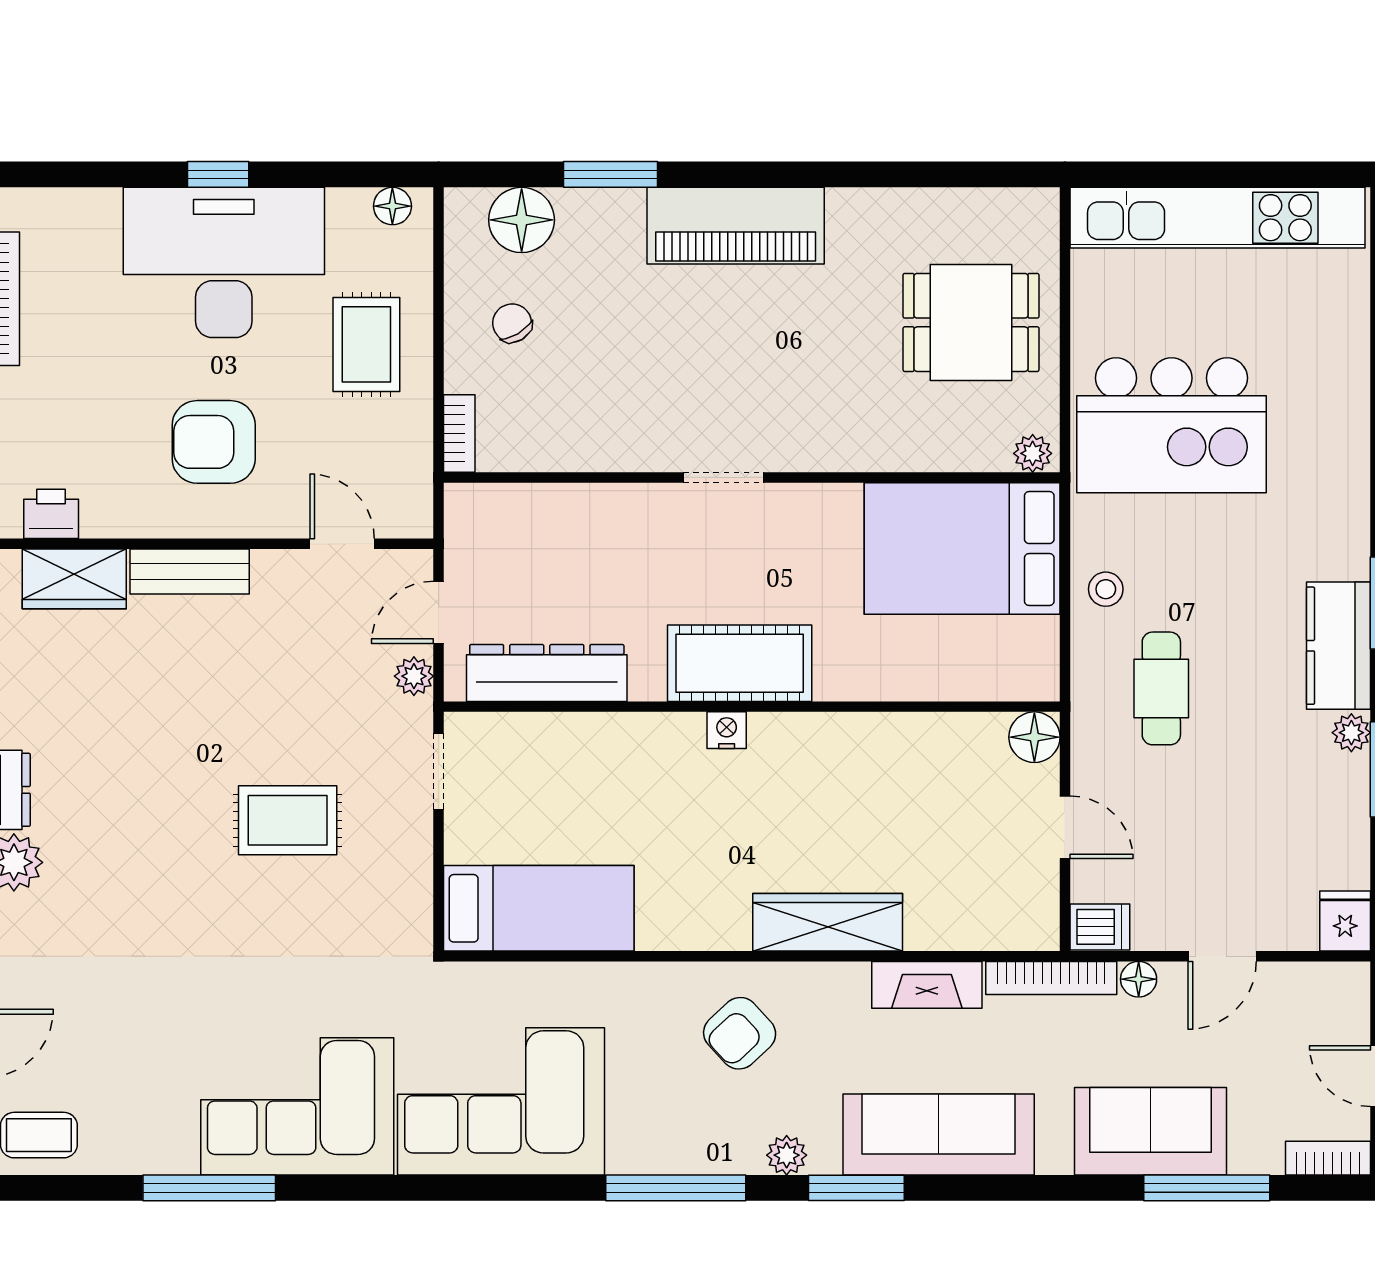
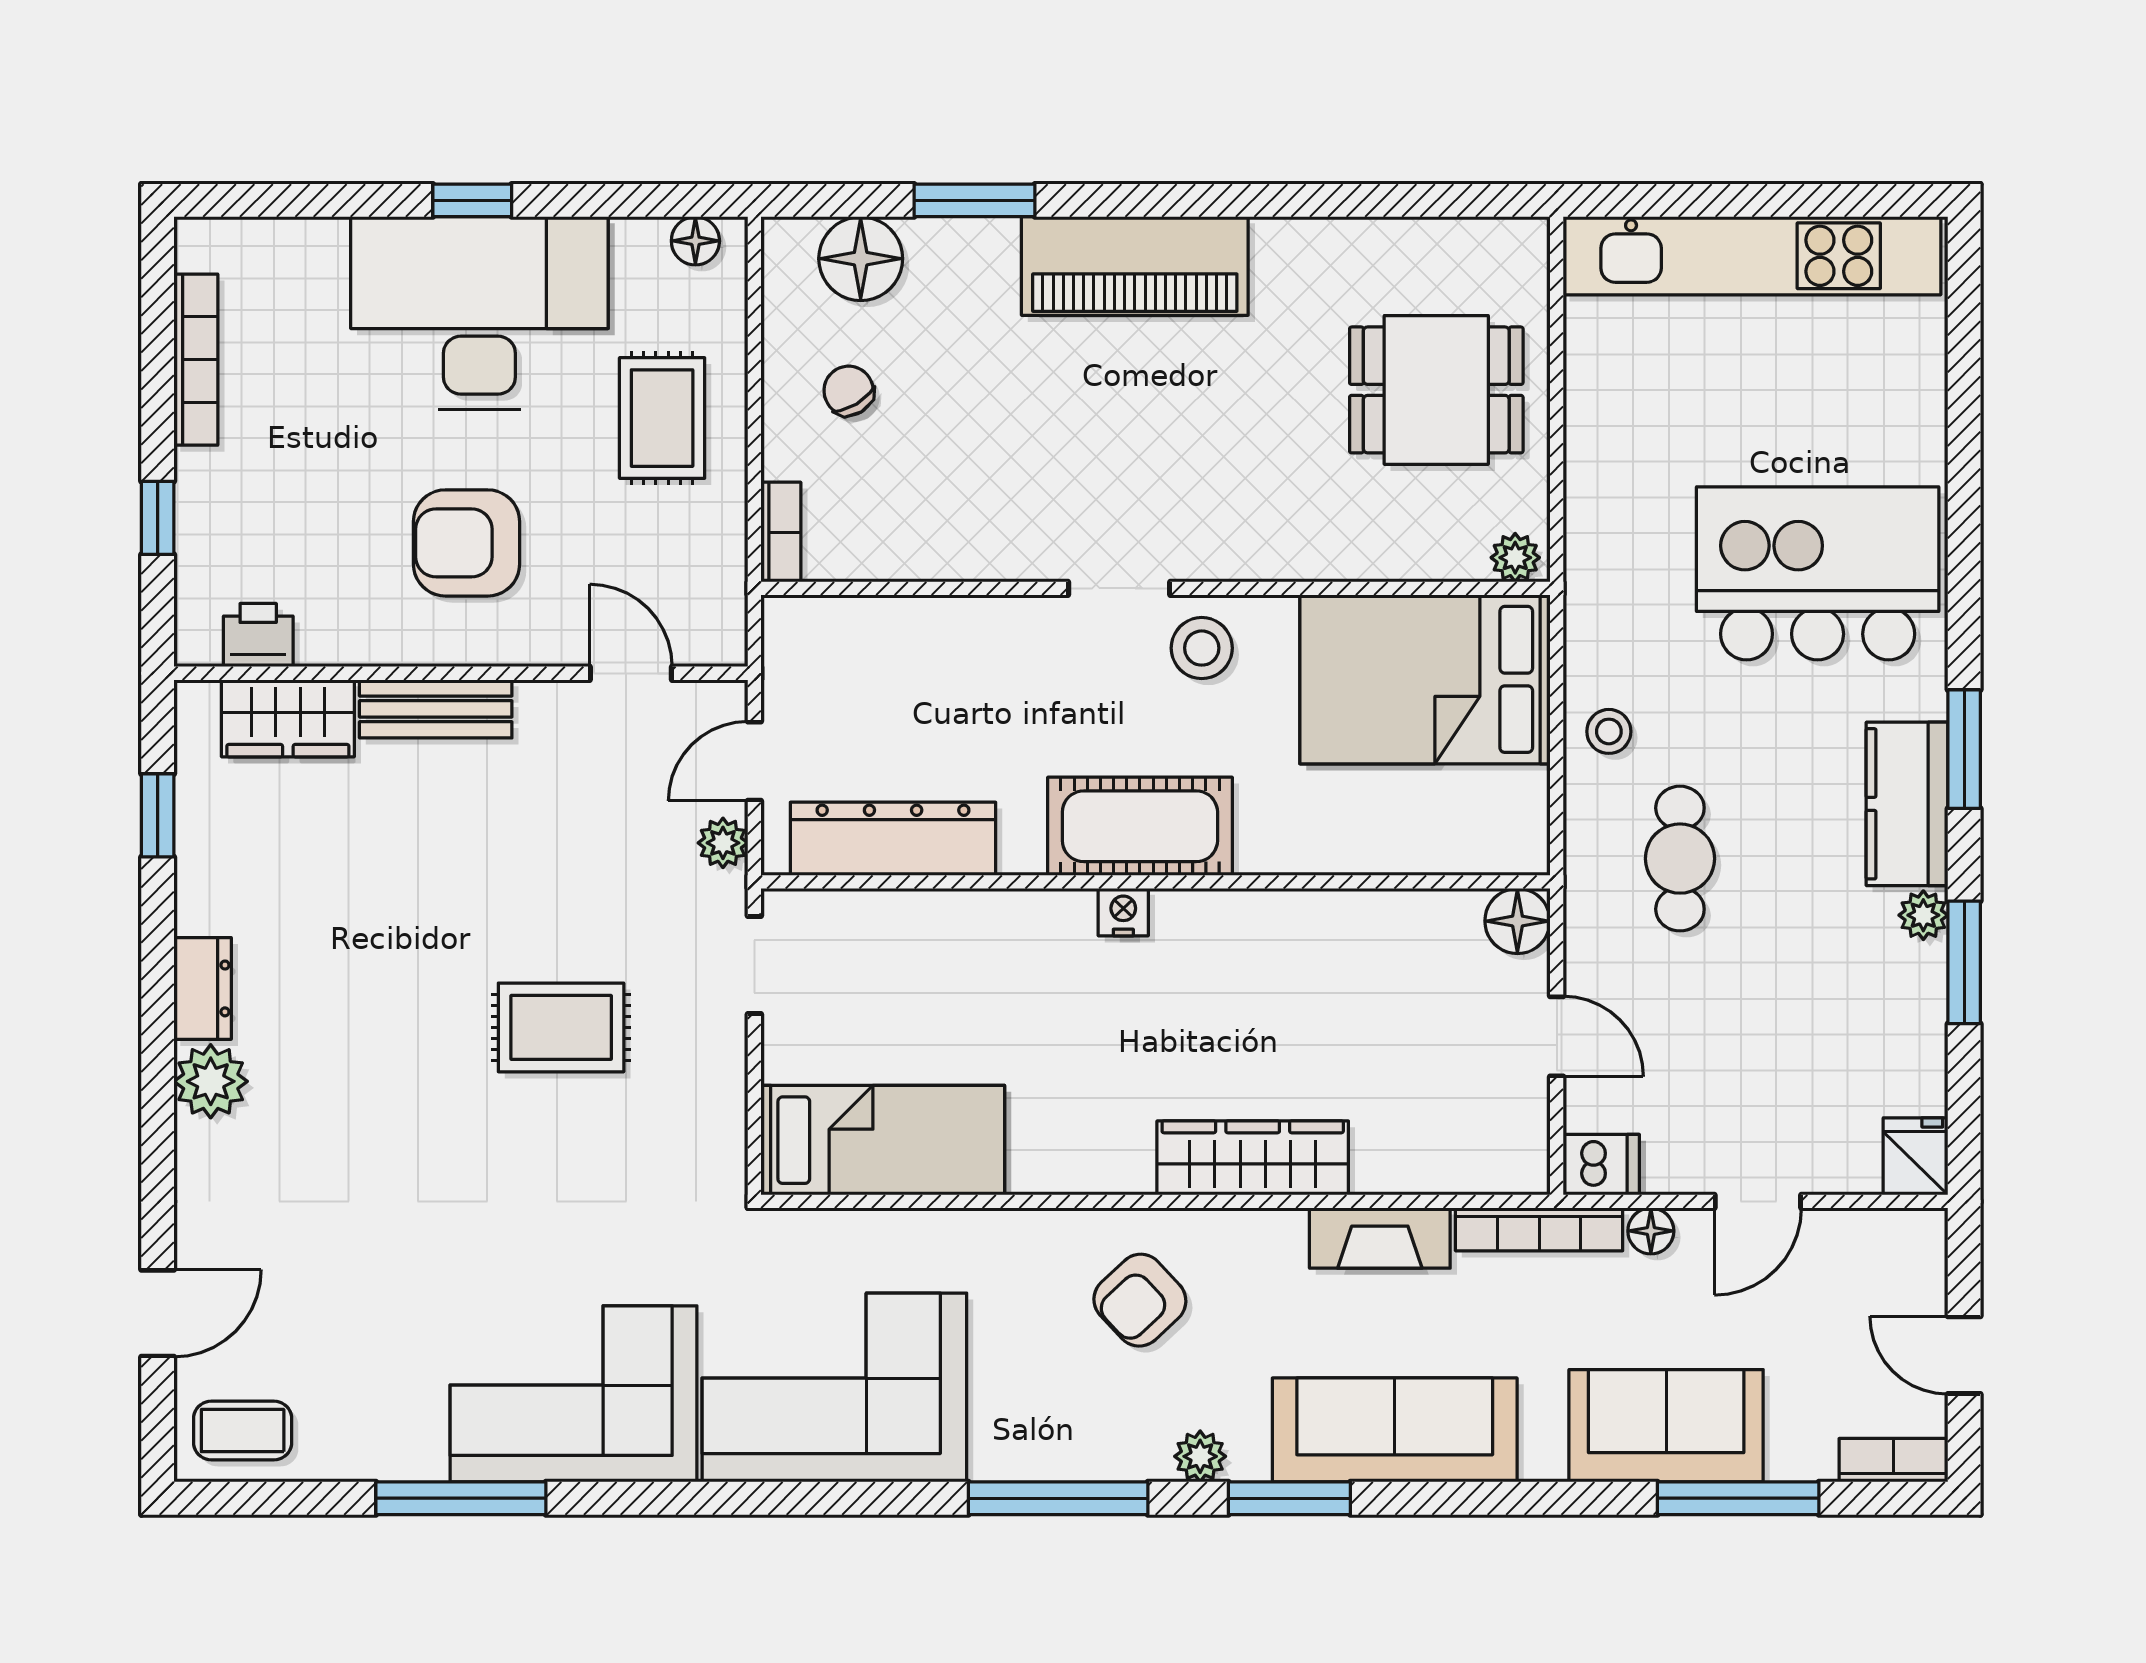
kitchen island: (1171, 425) -> (1818, 573), moved, turned 180
stool: (788, 524) -> (1202, 648), added

